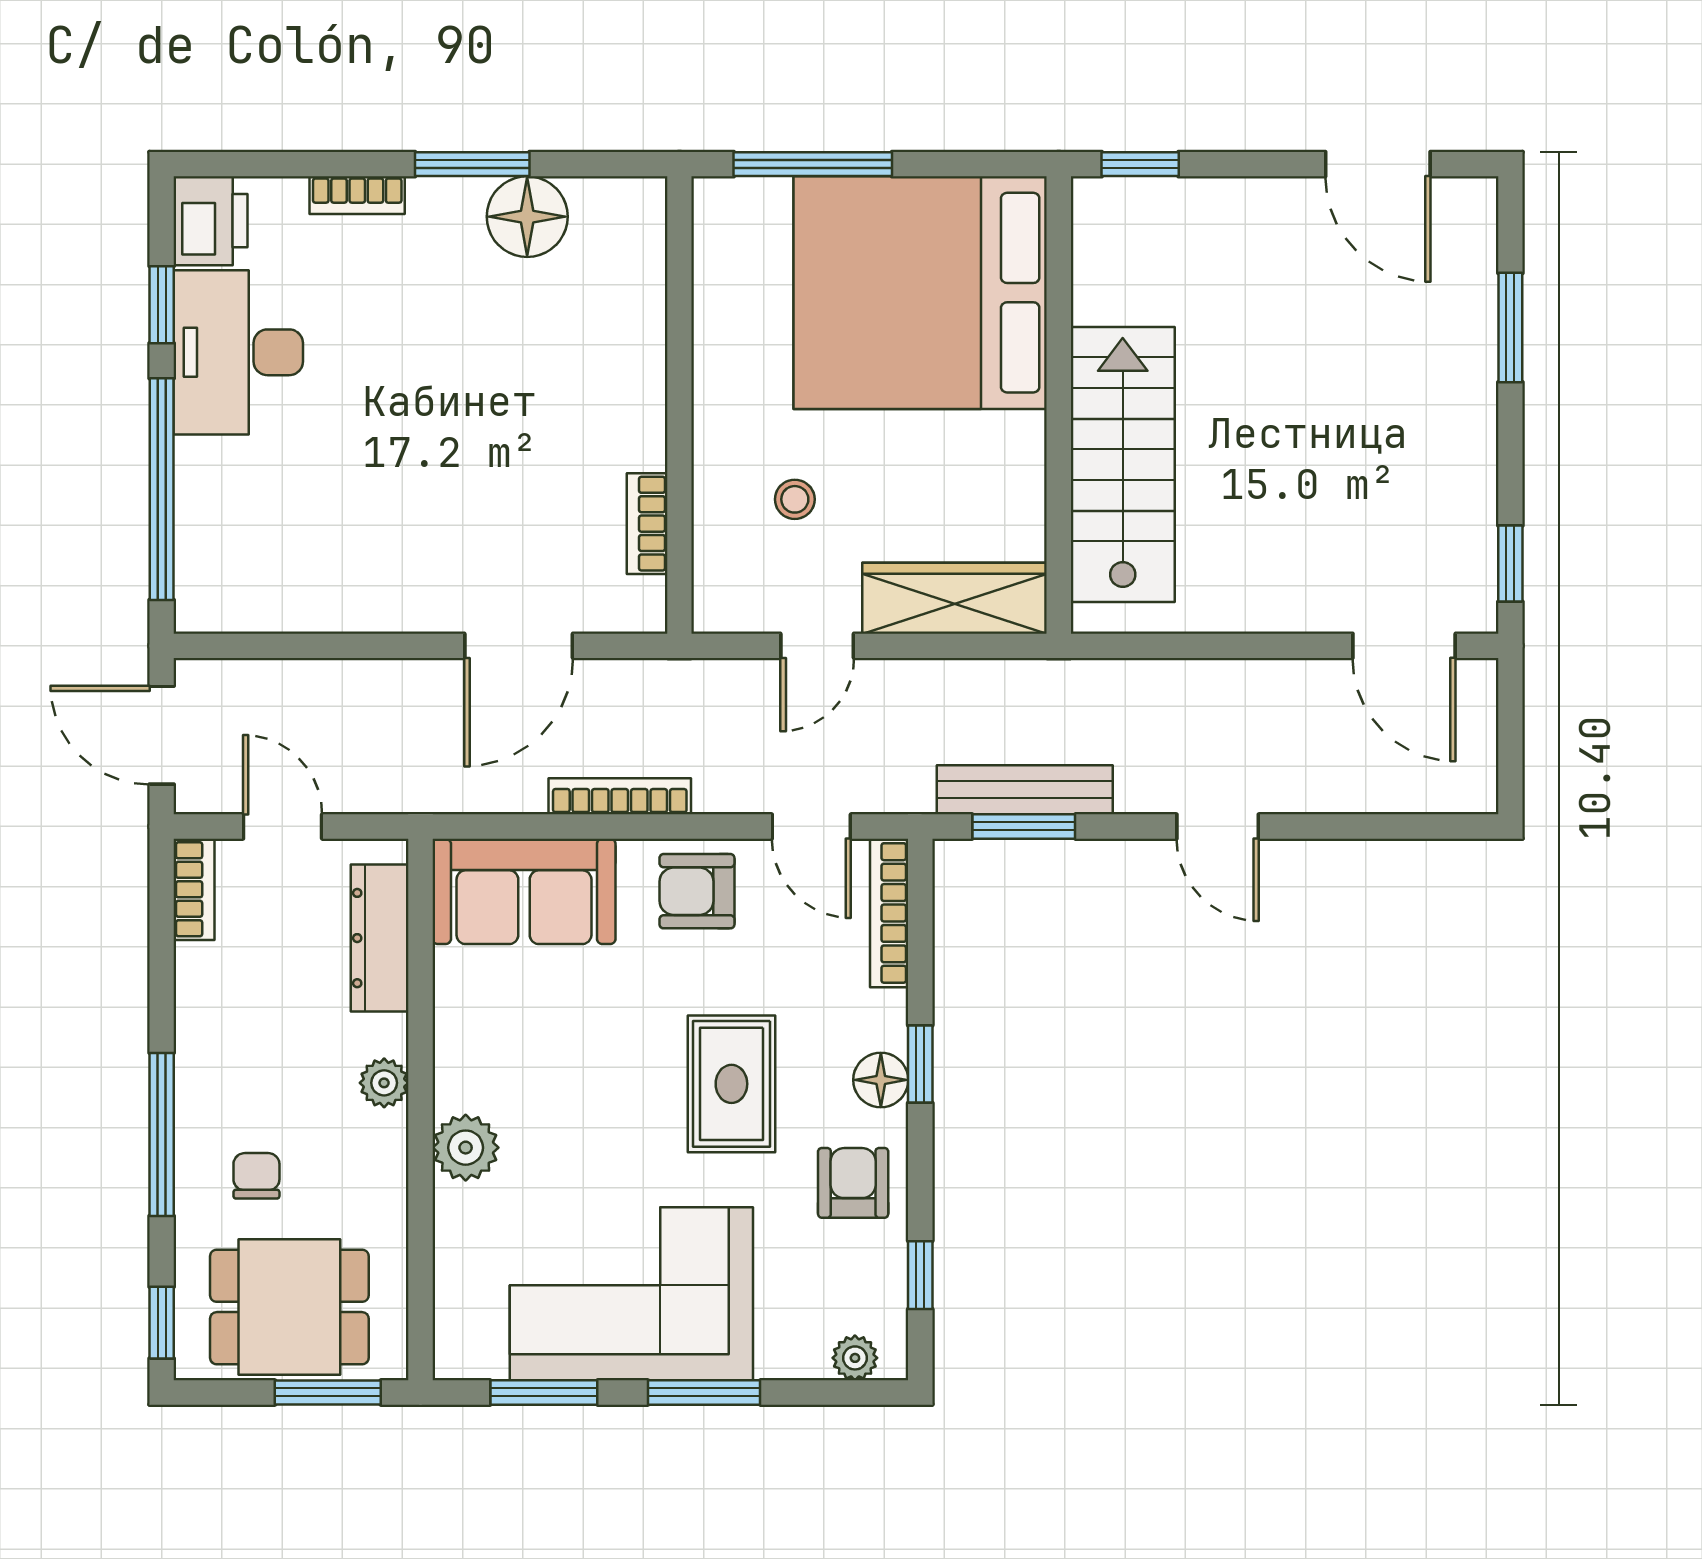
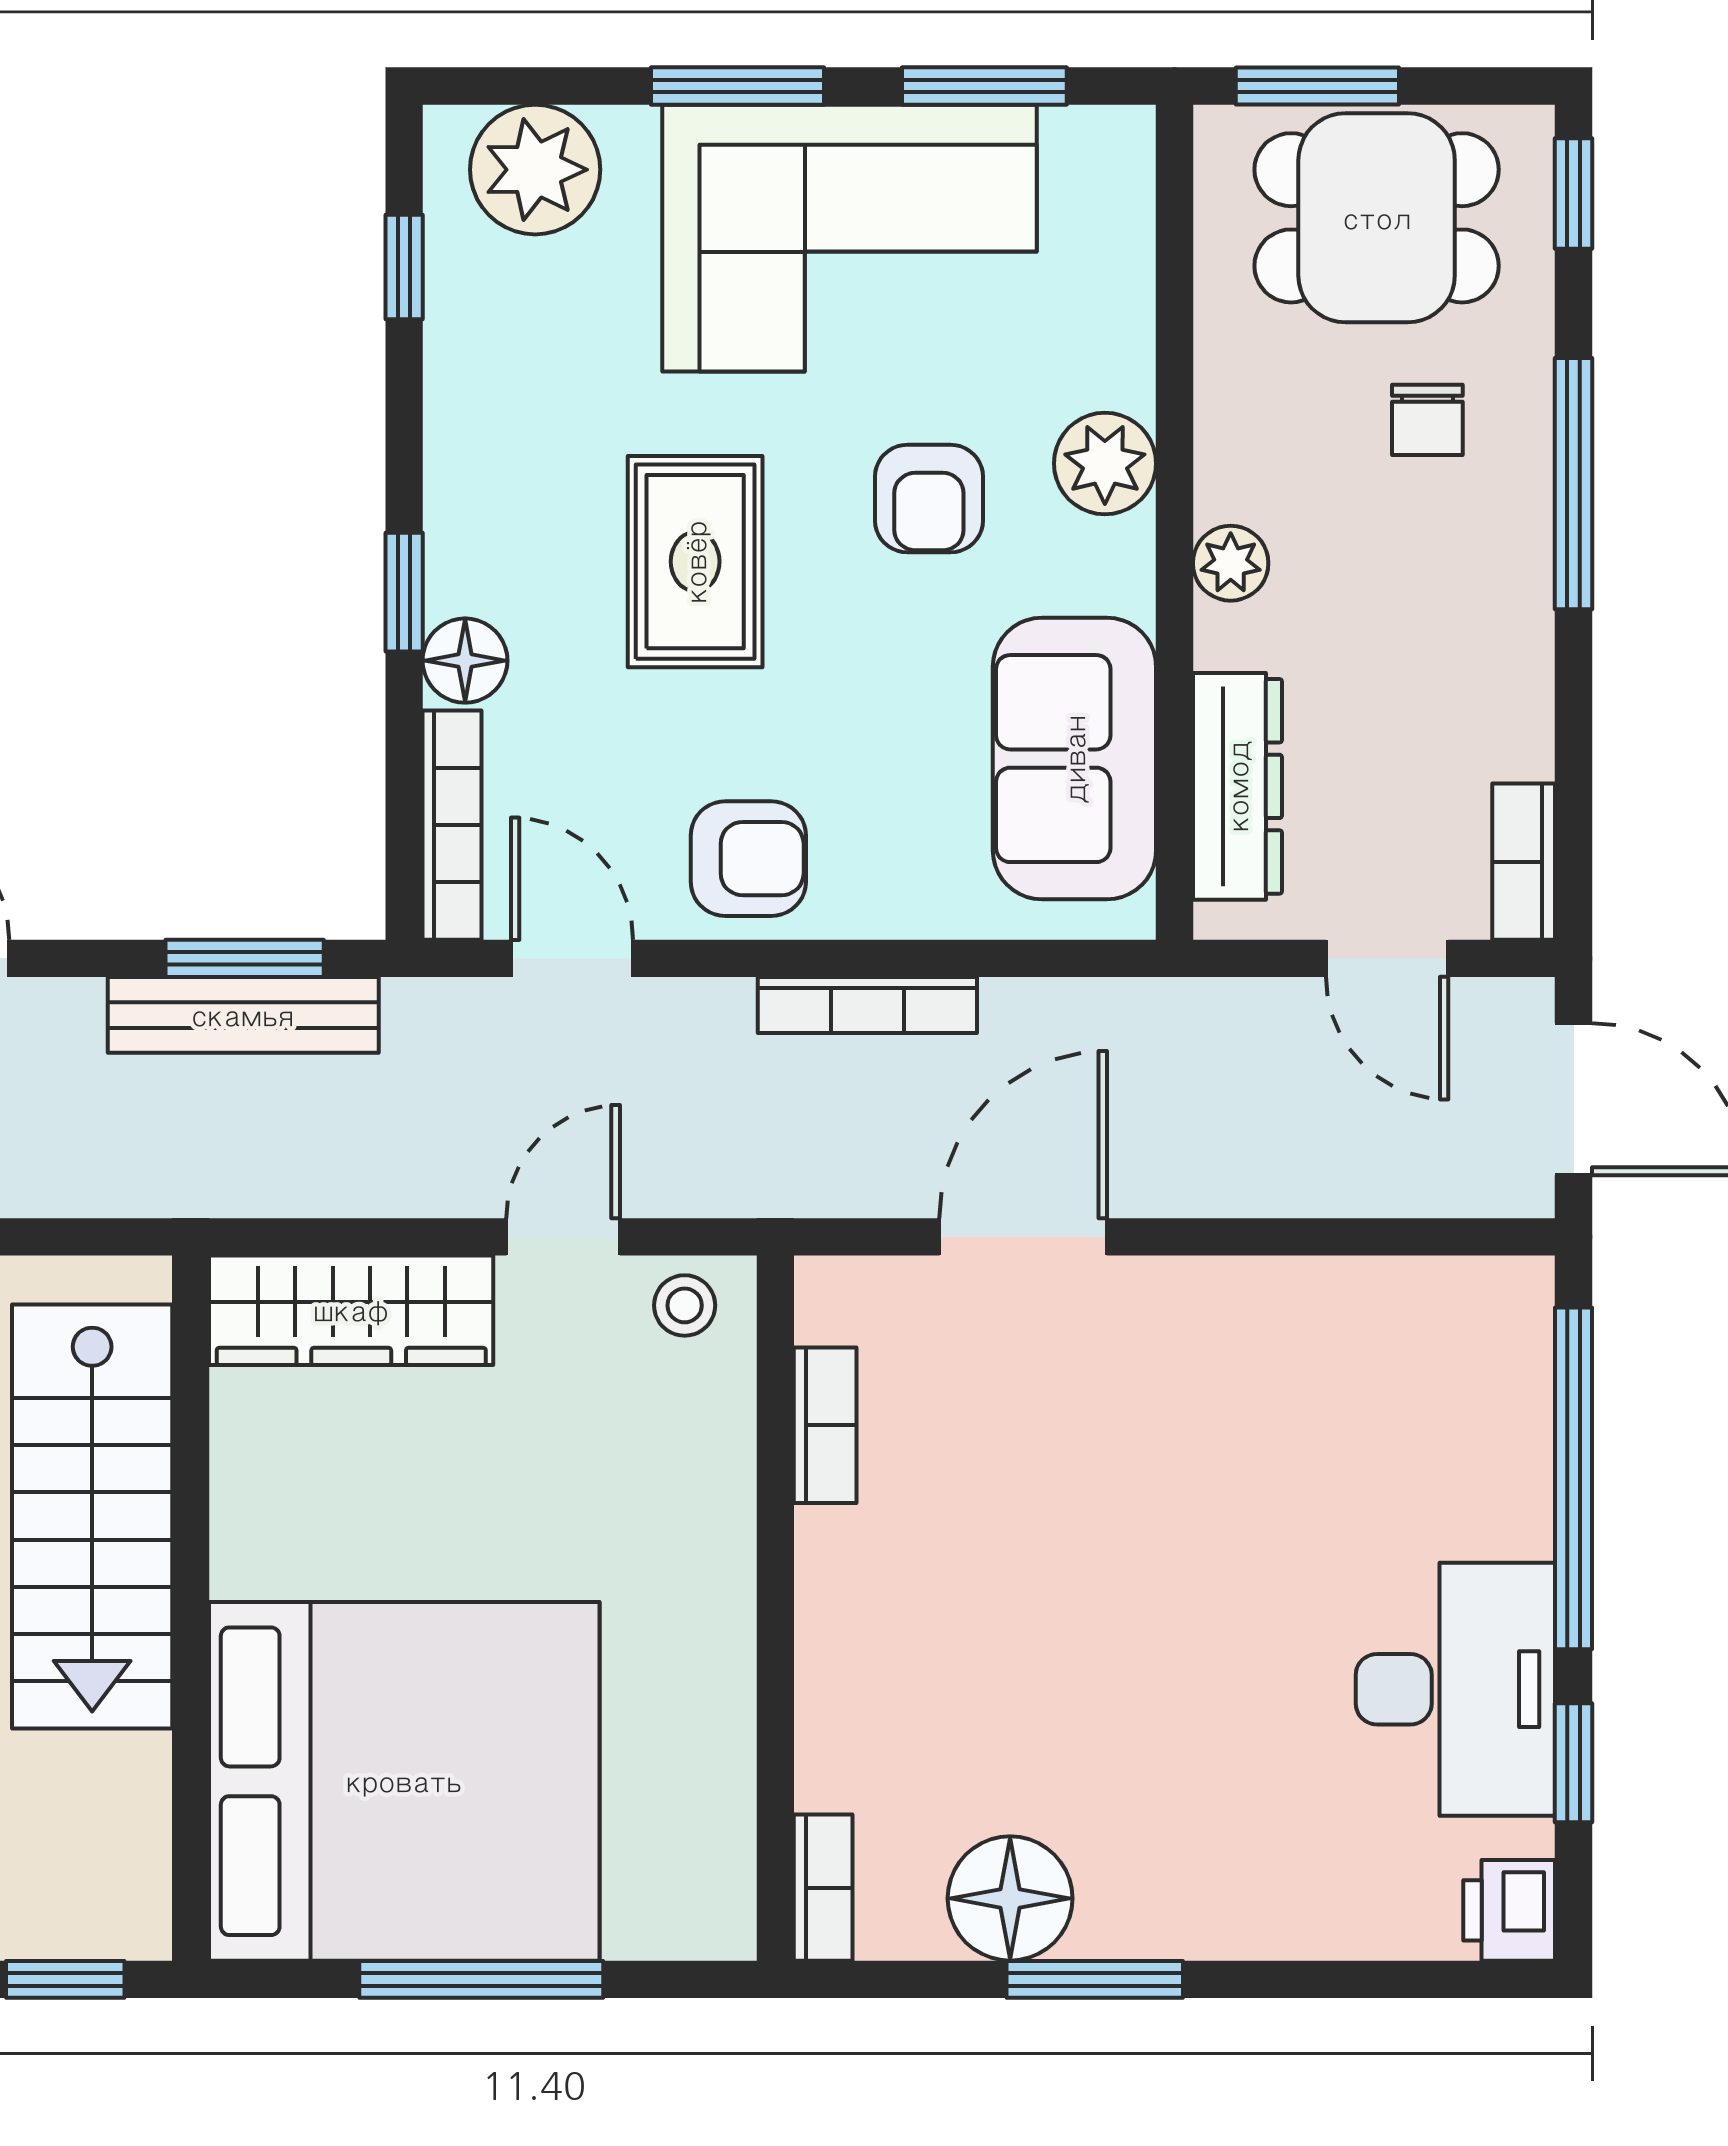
window: (813, 164) -> (481, 1979), moved
bookcase: (357, 195) -> (823, 1888), moved, turned 90
printer: (210, 221) -> (1509, 1910), width x0.73, depth x0.81
stool: (795, 499) -> (685, 1305), moved
sofa: (524, 891) -> (1074, 759), moved, turned -90
floor lamp: (881, 1080) -> (465, 661), moved
armchair: (853, 1183) -> (929, 499), moved
plant: (855, 1358) -> (535, 170), width x1.88, depth x1.88

